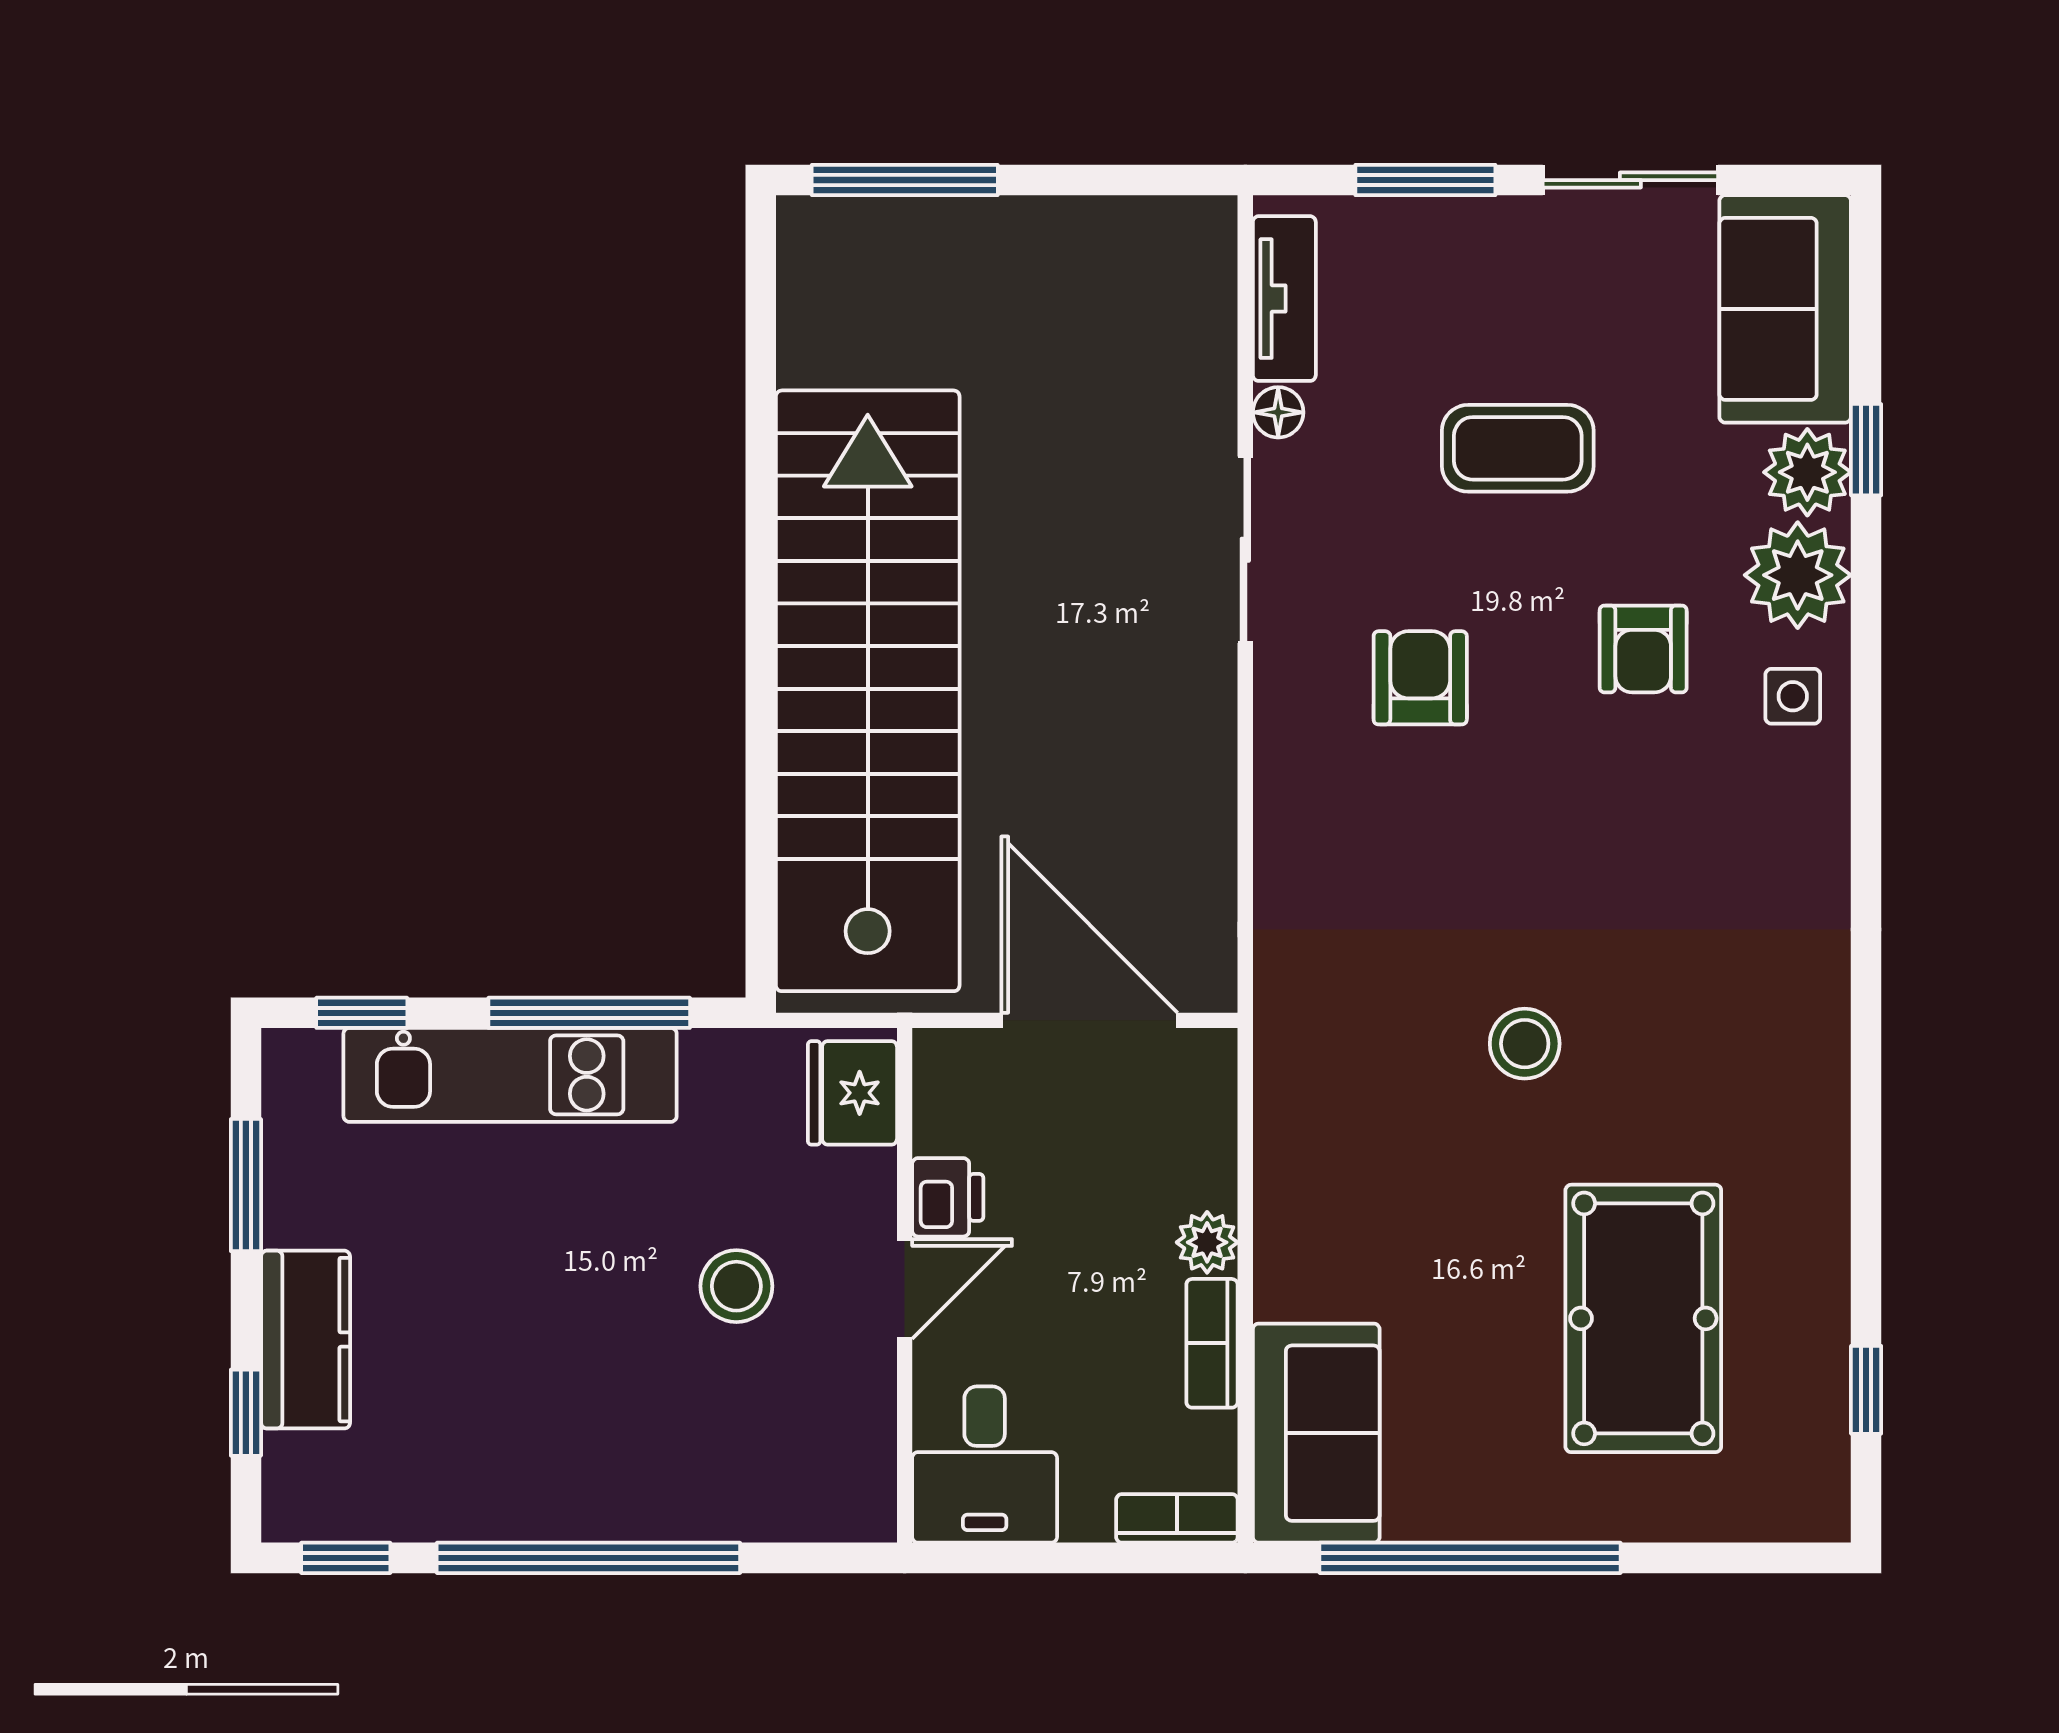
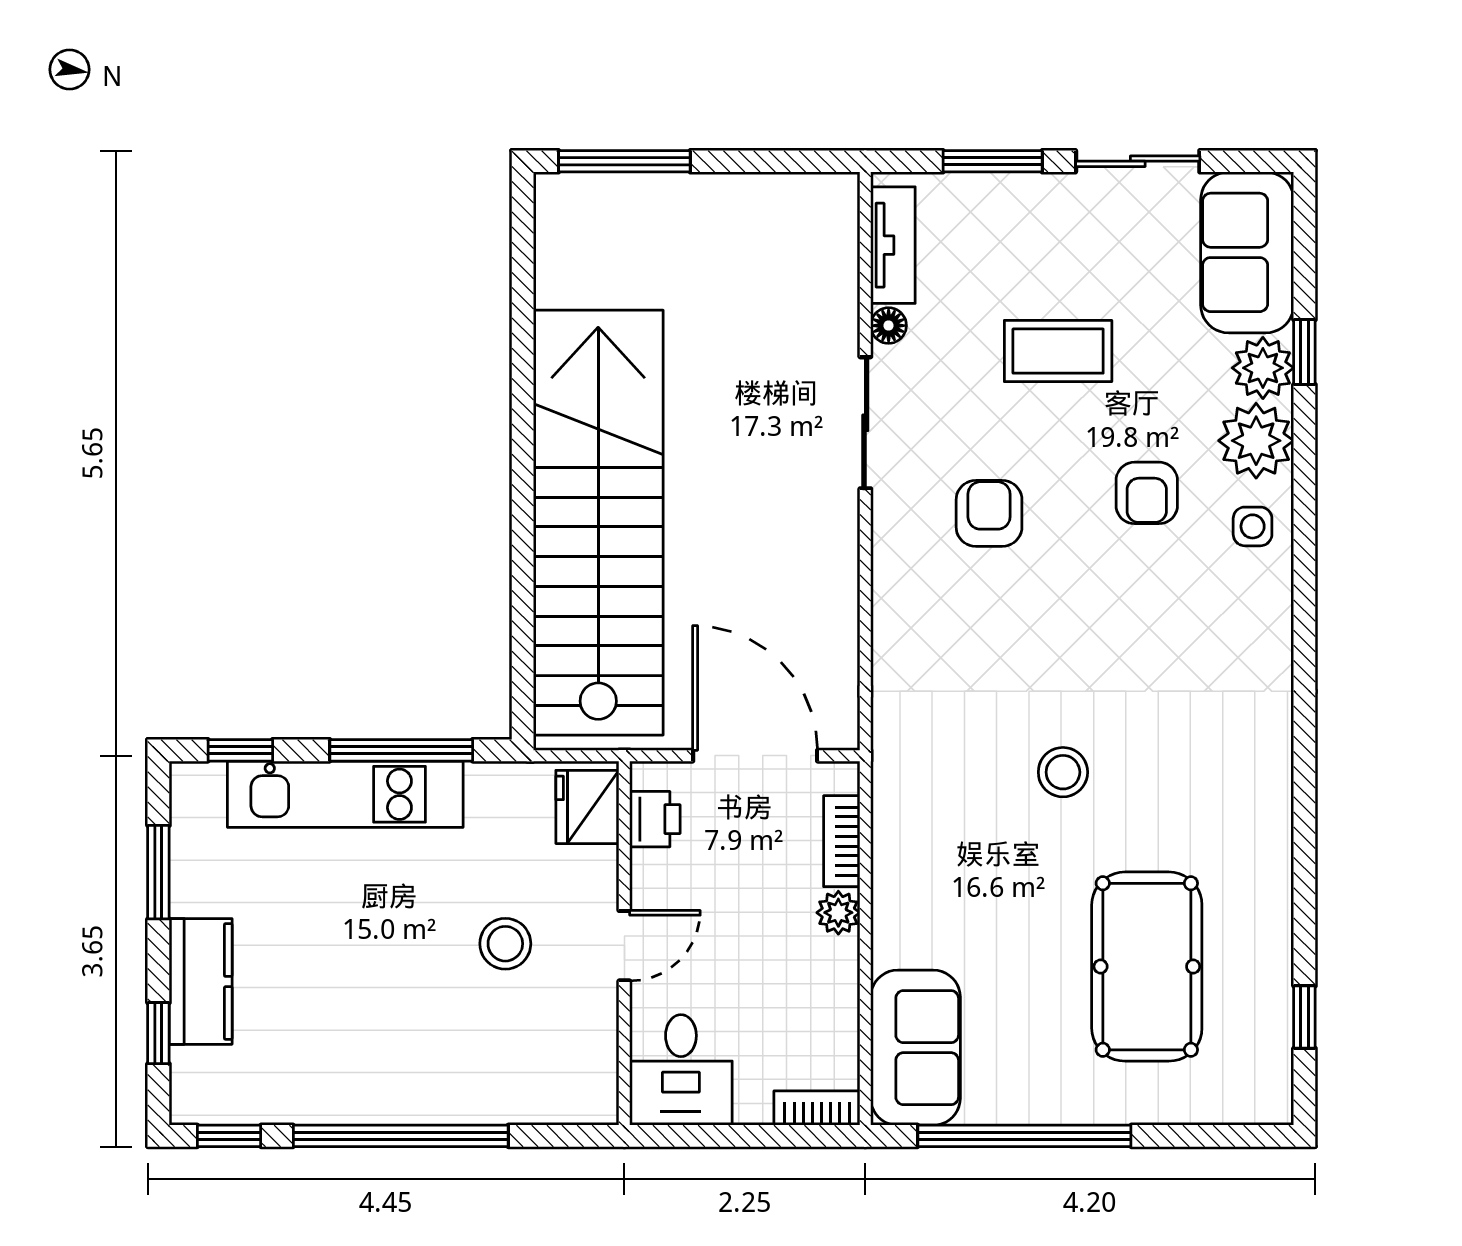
printer: (948, 1197) -> (655, 819), moved
bookcase: (1212, 1343) -> (842, 841), moved

